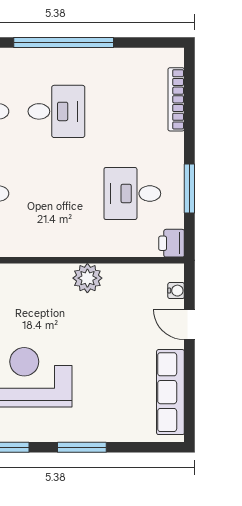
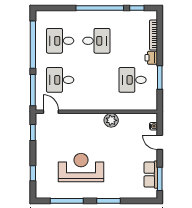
window: (141, 43) -> (137, 8), added
printer: (172, 243) -> (151, 58), moved
row of seats: (170, 392) -> (151, 175), width x0.68
window: (189, 401) -> (160, 179), added

